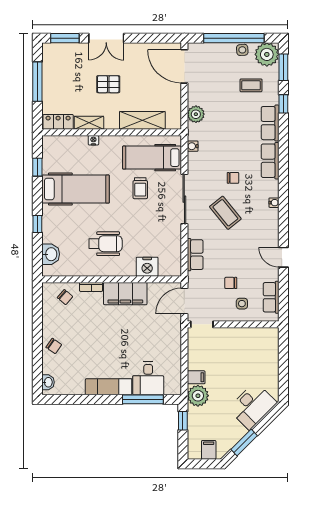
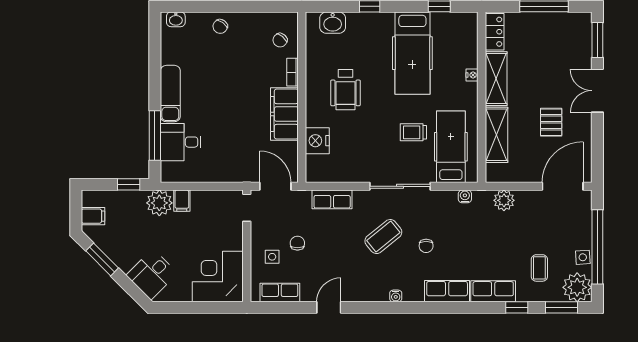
pallet: (108, 84) -> (551, 122), moved
shelving: (89, 123) -> (496, 79), width x1.50, depth x1.33
corner desk: (258, 348) -> (218, 277), added
desk: (252, 406) -> (152, 274), width x0.73

